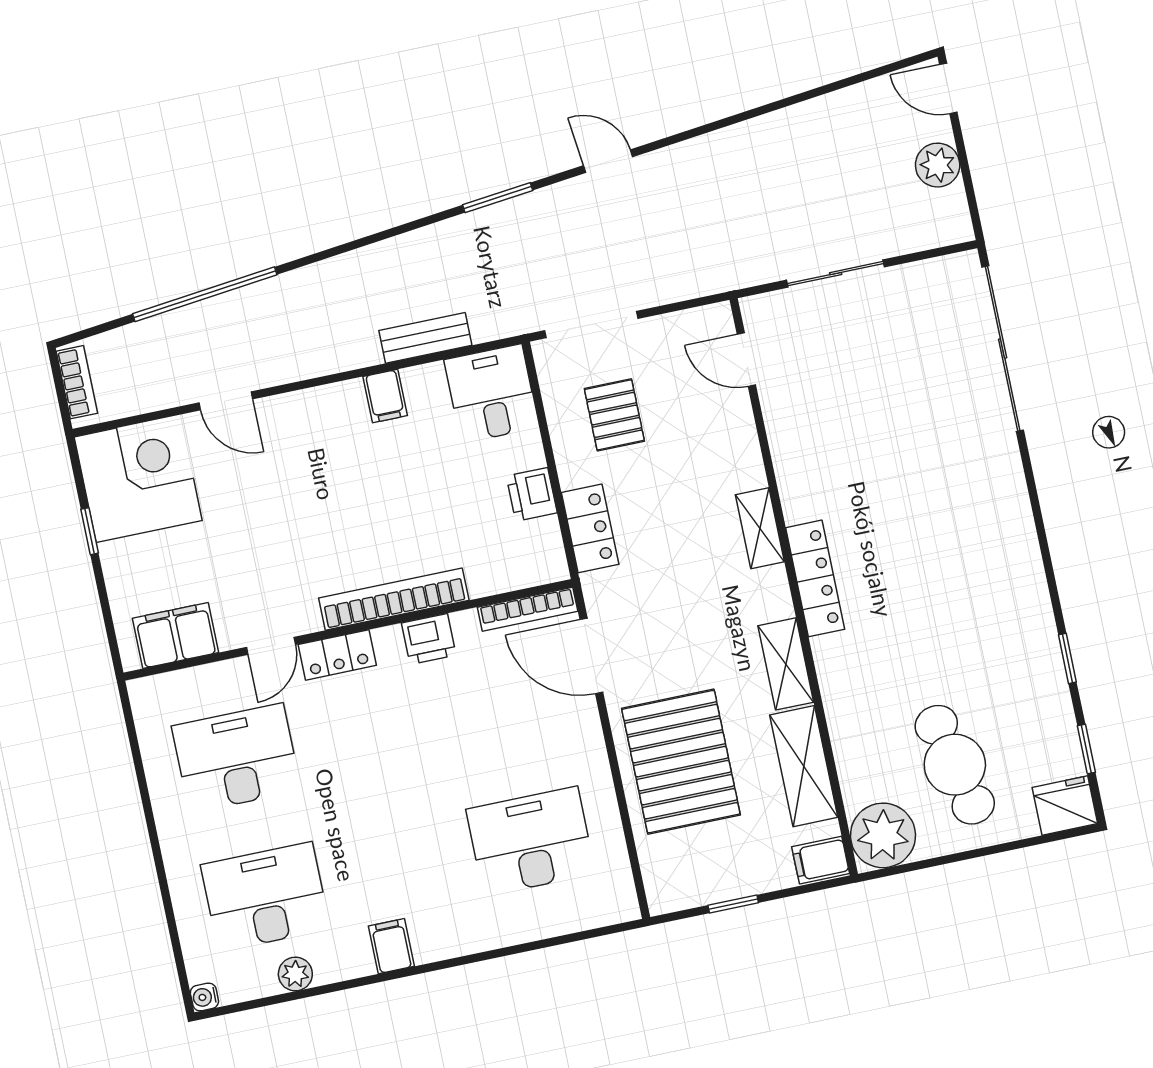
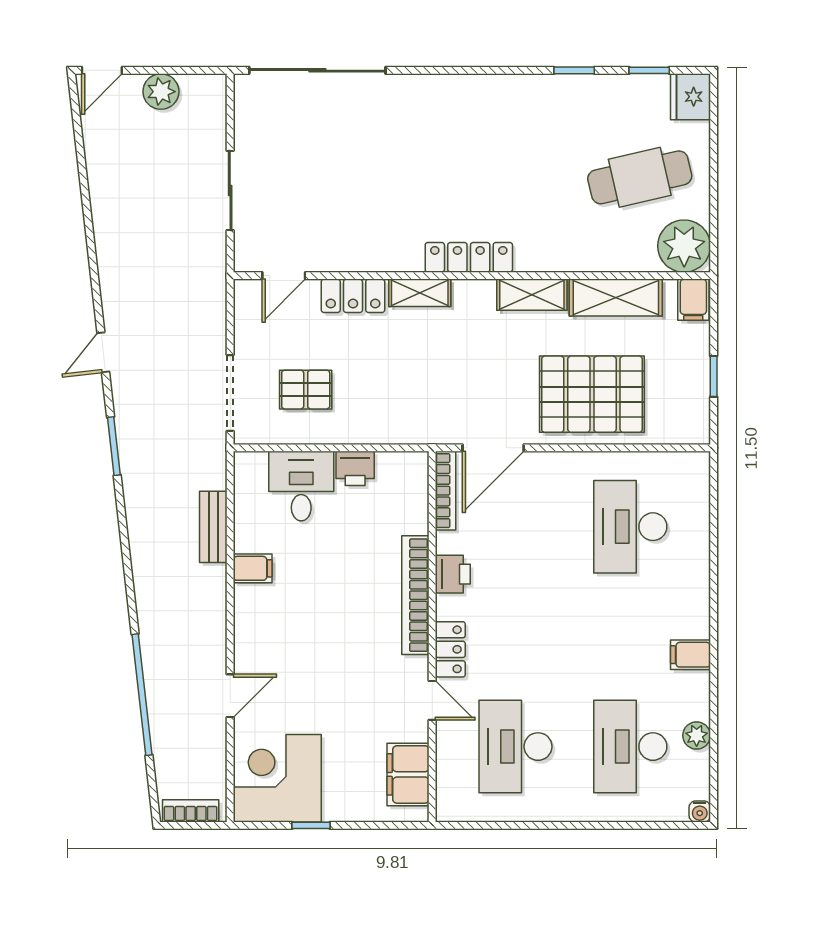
desk: (492, 394) -> (301, 486), moved, turned 90
locker: (590, 528) -> (353, 296), moved, turned 180

